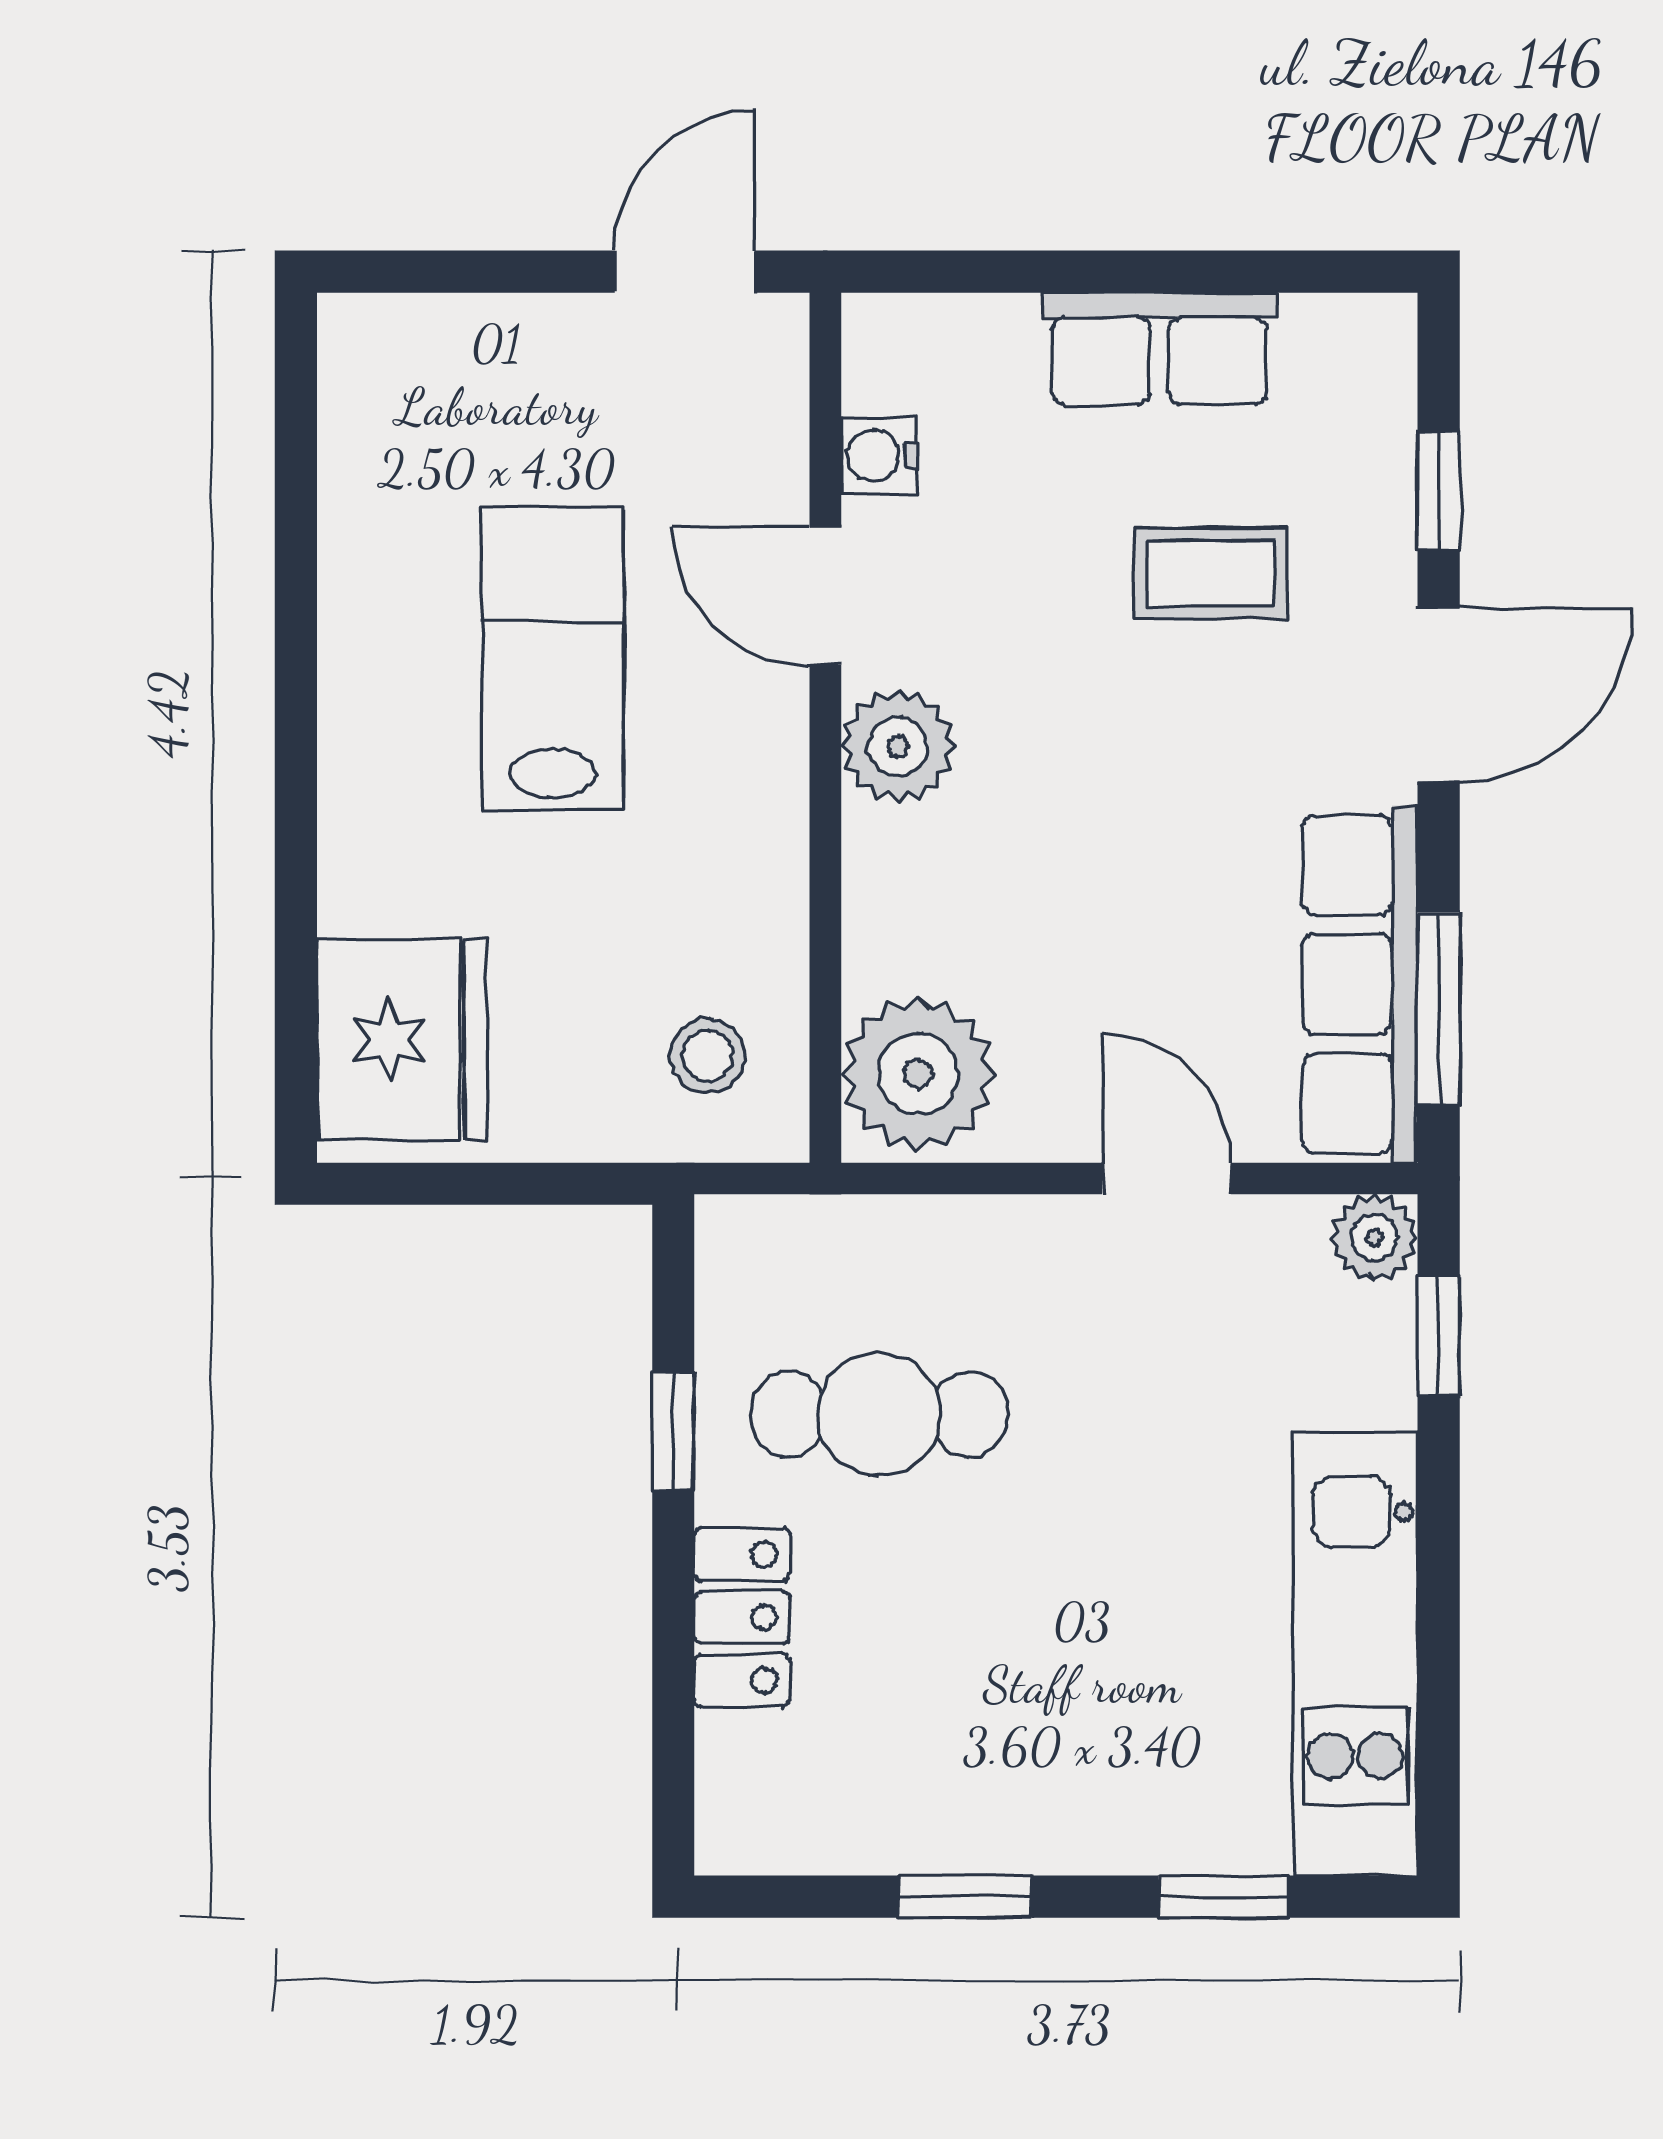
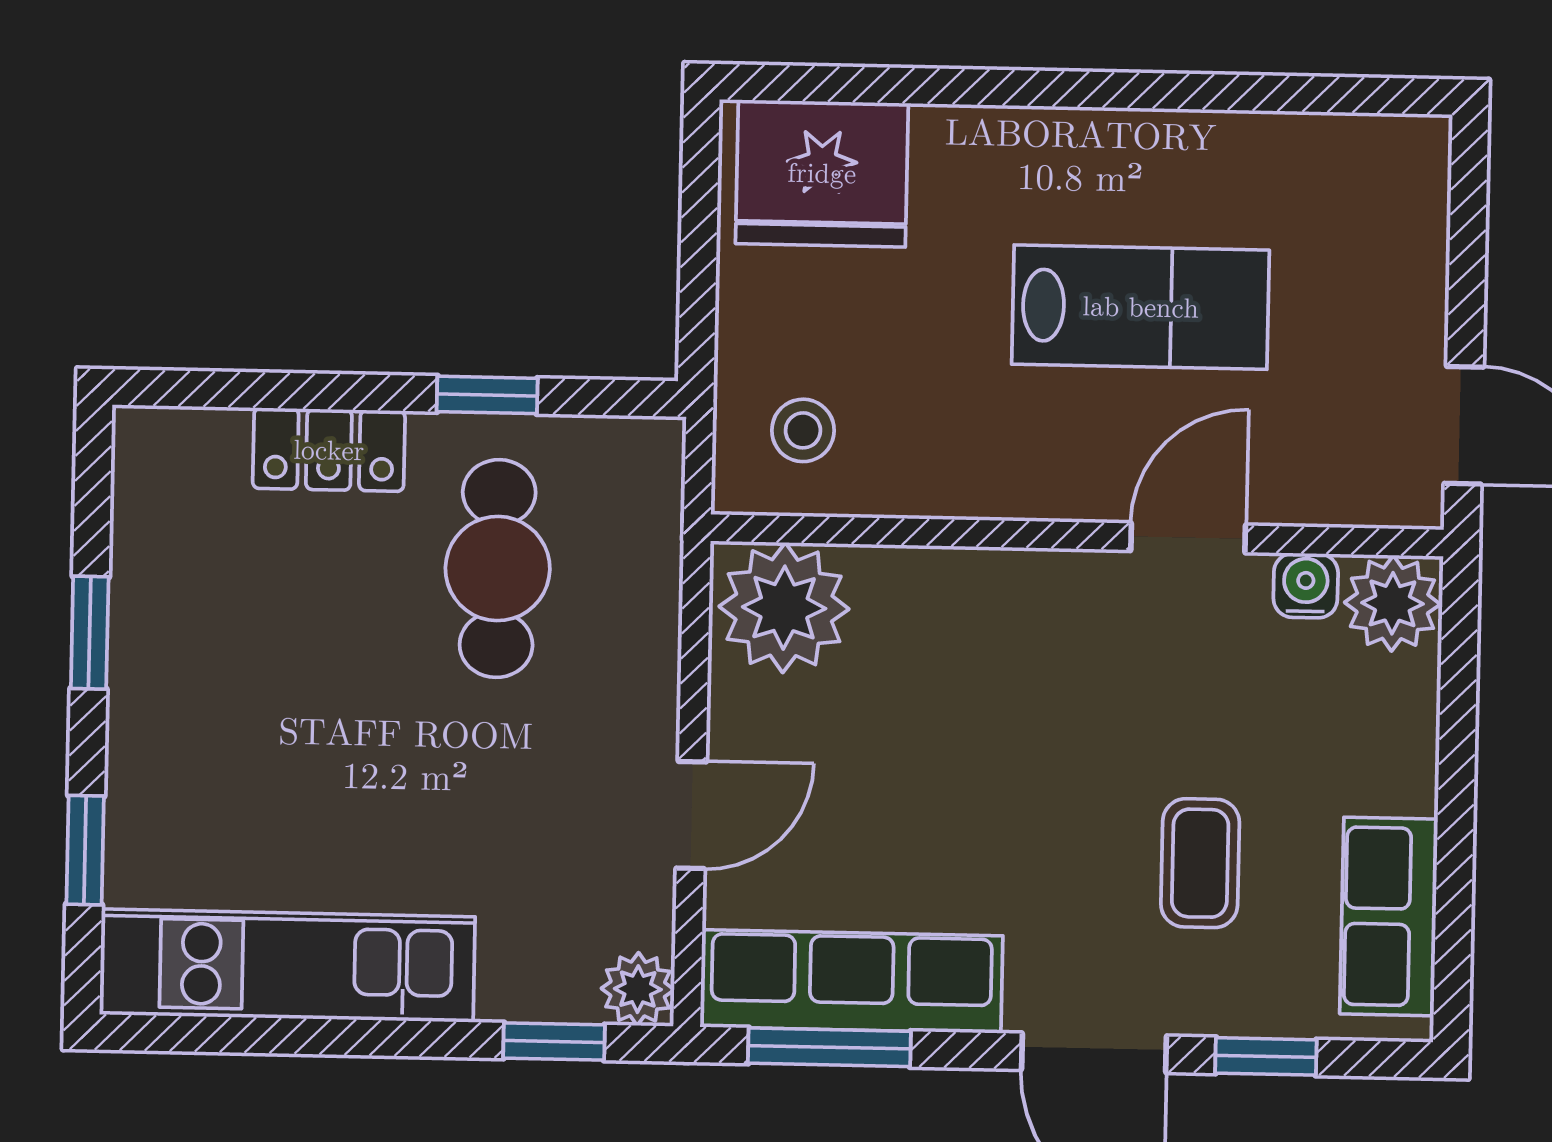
row of seats: (1159, 348) -> (1389, 916), moved
plant: (898, 747) -> (1392, 603), moved

